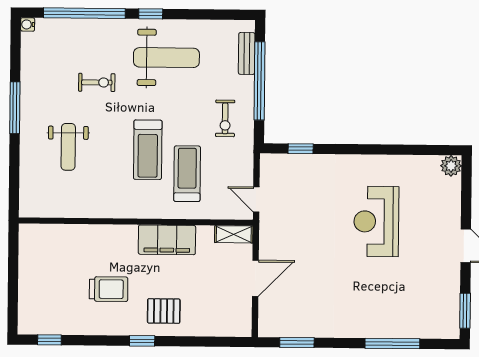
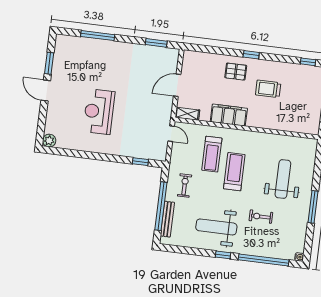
bench: (247, 53) -> (167, 219), width x1.36
weight bench: (68, 147) -> (283, 179), width x1.36, depth x1.33
reception desk: (376, 222) -> (99, 112), turned 180
window: (465, 311) -> (49, 63), moved

